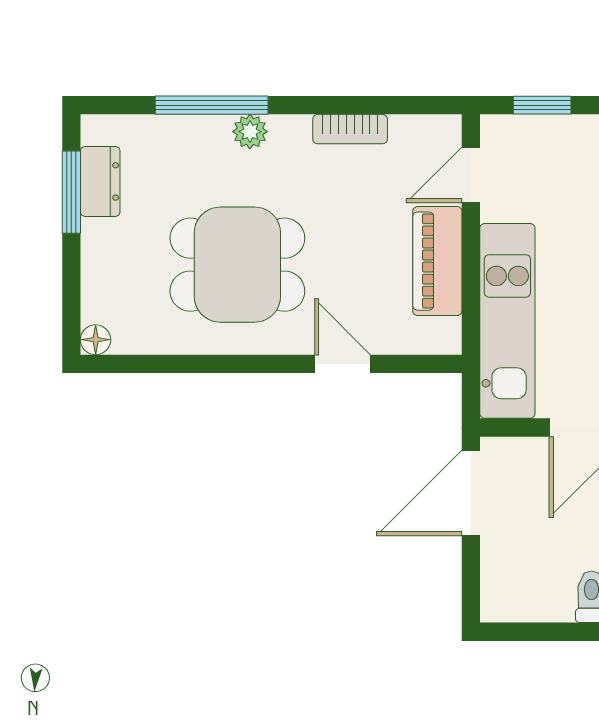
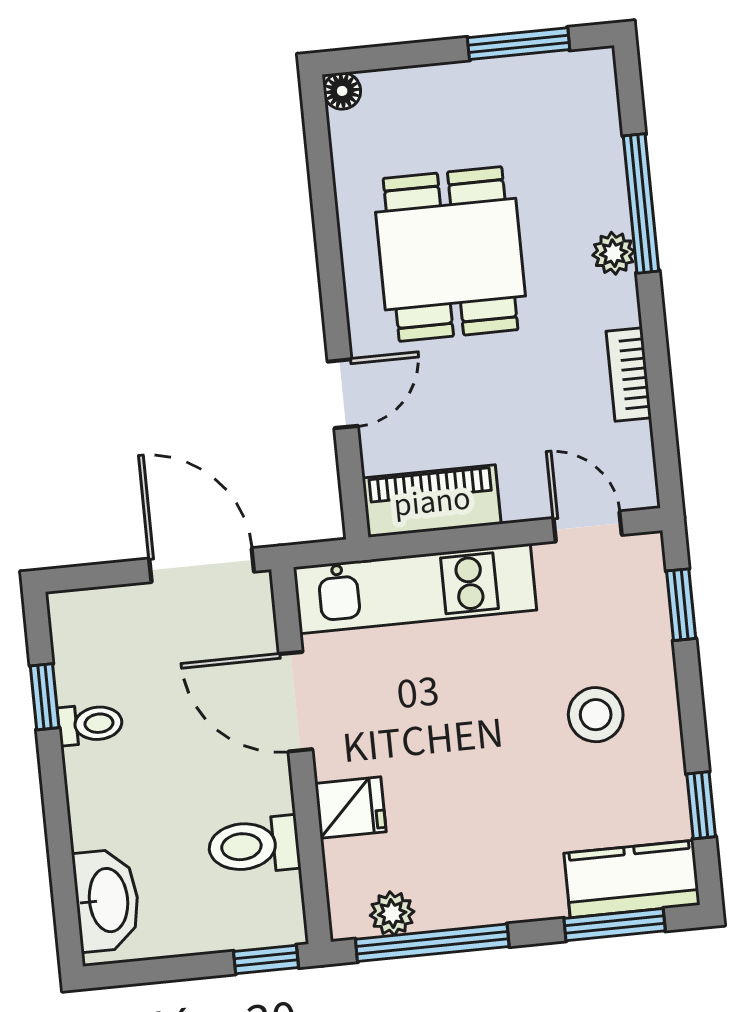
dresser: (100, 181) -> (535, 77), removed
piano: (437, 261) -> (432, 501), moved
window: (565, 632) -> (45, 697), added

